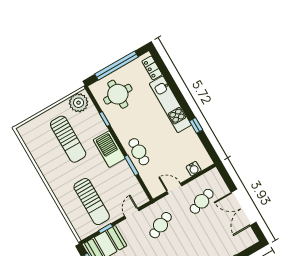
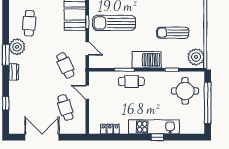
locker: (152, 68) -> (110, 129), moved
window: (196, 125) -> (157, 137), moved
sun lounger: (68, 139) -> (173, 33), width x0.73, depth x0.75
water cooler: (194, 169) -> (94, 116), removed
door: (174, 189) -> (87, 92), swing flipped

